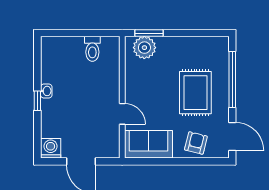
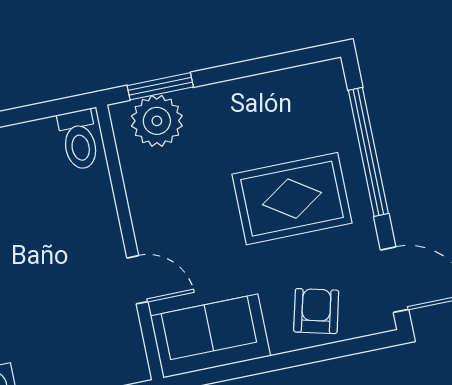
toilet: (92, 49) -> (79, 140), moved
rug: (195, 93) -> (292, 199), turned 90

